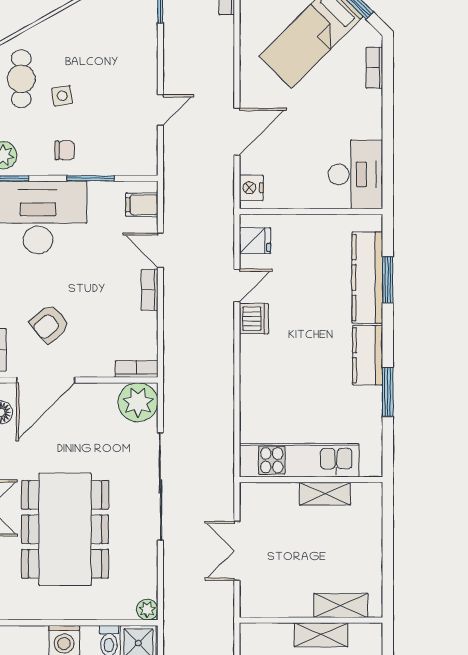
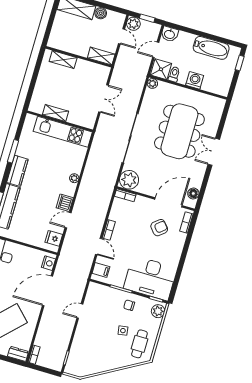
door: (237, 132) -> (48, 291), width x1.36
plant: (249, 373) -> (74, 178), added
shelving: (321, 635) -> (101, 56), moved

